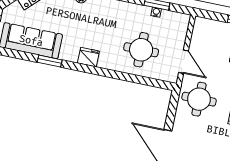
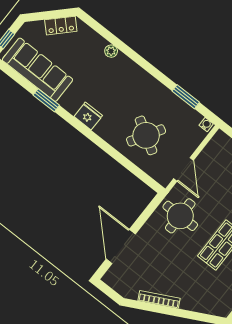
water cooler: (156, 12) -> (206, 125), moved
round table: (141, 50) -> (146, 135), turned 31

